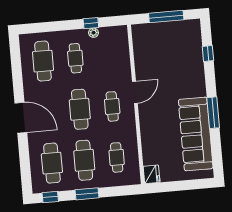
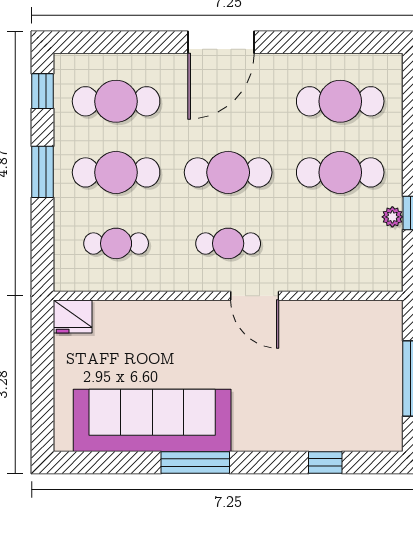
cafe table: (75, 58) -> (340, 172), width x1.37, depth x1.35

